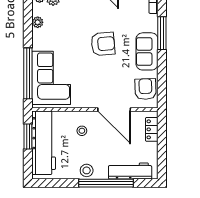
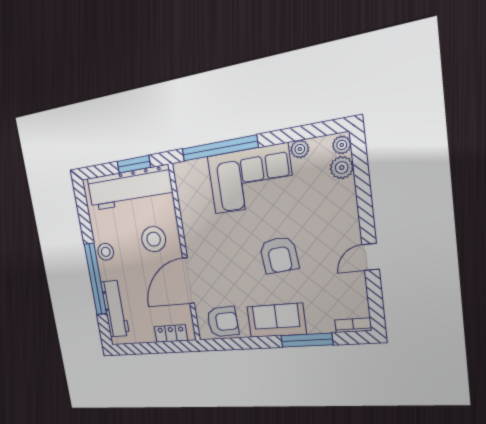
corner sofa: (51, 78) -> (251, 179), moved
stool: (82, 131) -> (154, 239), width x1.89, depth x1.89

